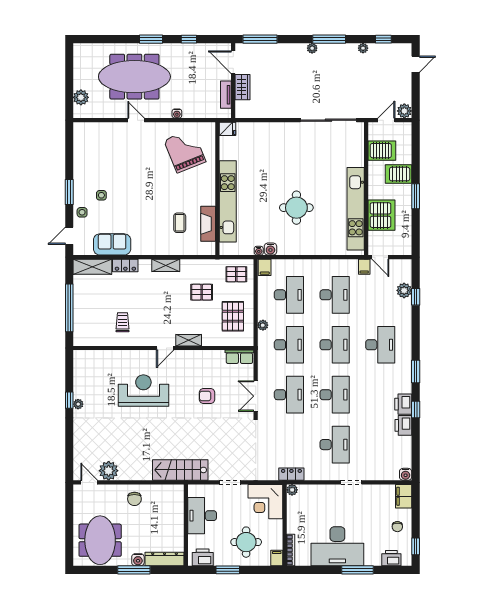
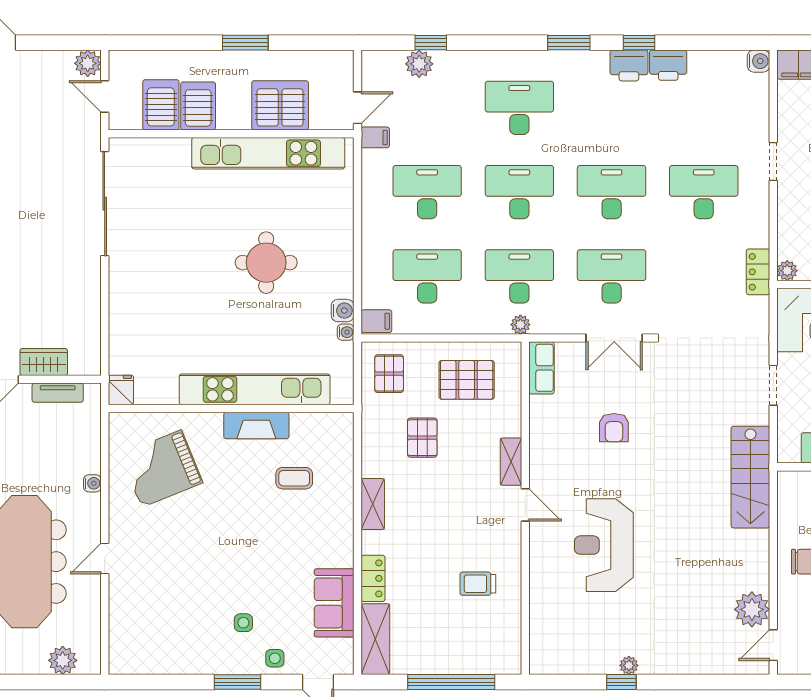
server rack: (399, 174) -> (198, 106), moved, turned 180
fireplace: (208, 224) -> (256, 426), moved
plant: (263, 325) -> (520, 325), moved

